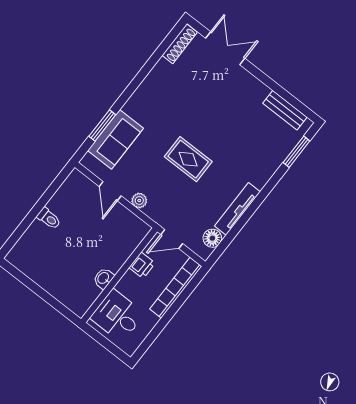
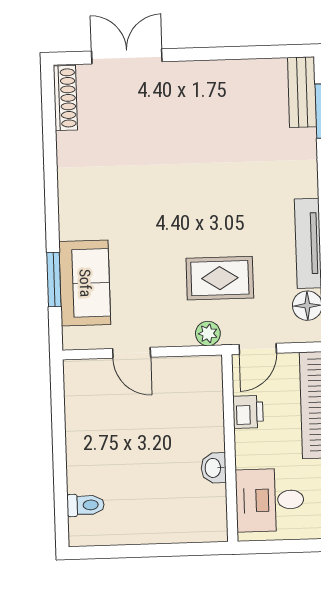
bench: (285, 110) -> (302, 92), moved, turned 90
rug: (188, 159) -> (220, 278), moved
plant: (139, 201) -> (208, 333), moved
toilet: (49, 218) -> (86, 505), moved

